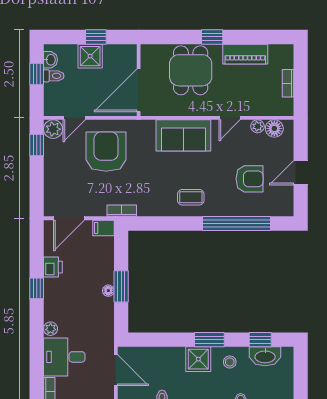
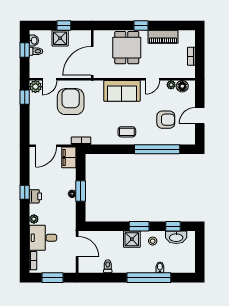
filing cabinet: (103, 228) -> (69, 157), width x2.00
printer: (53, 267) -> (35, 196), moved

